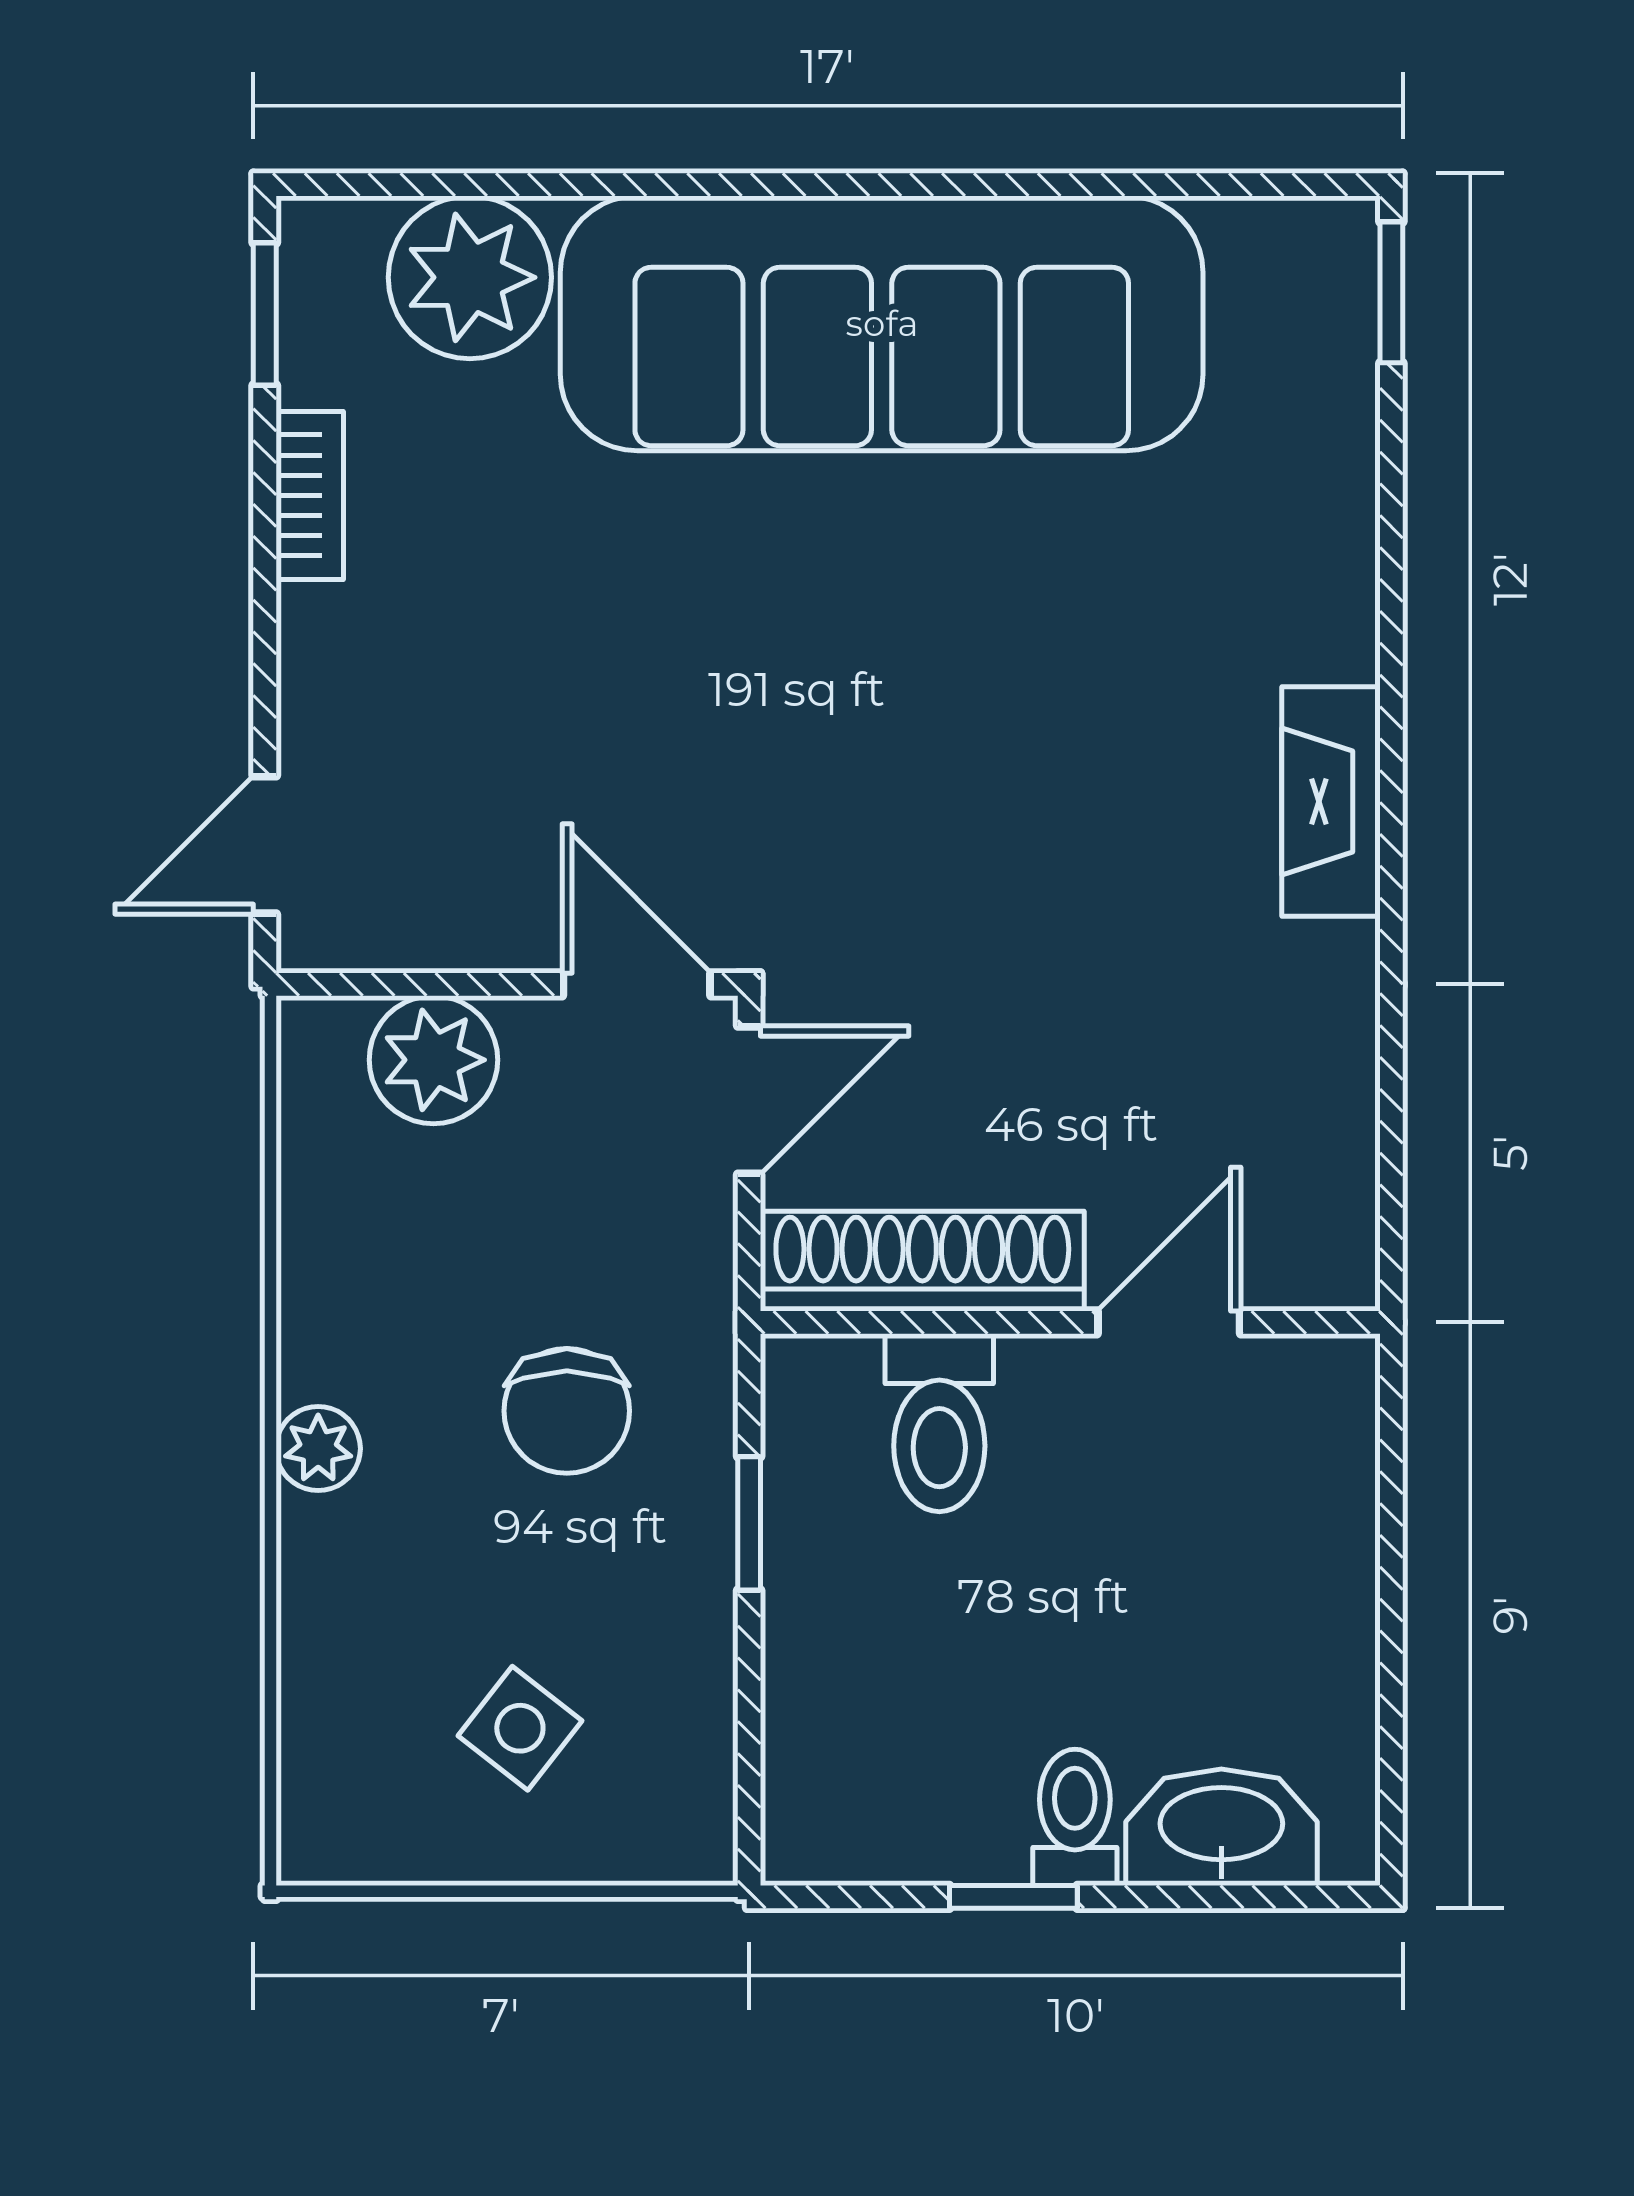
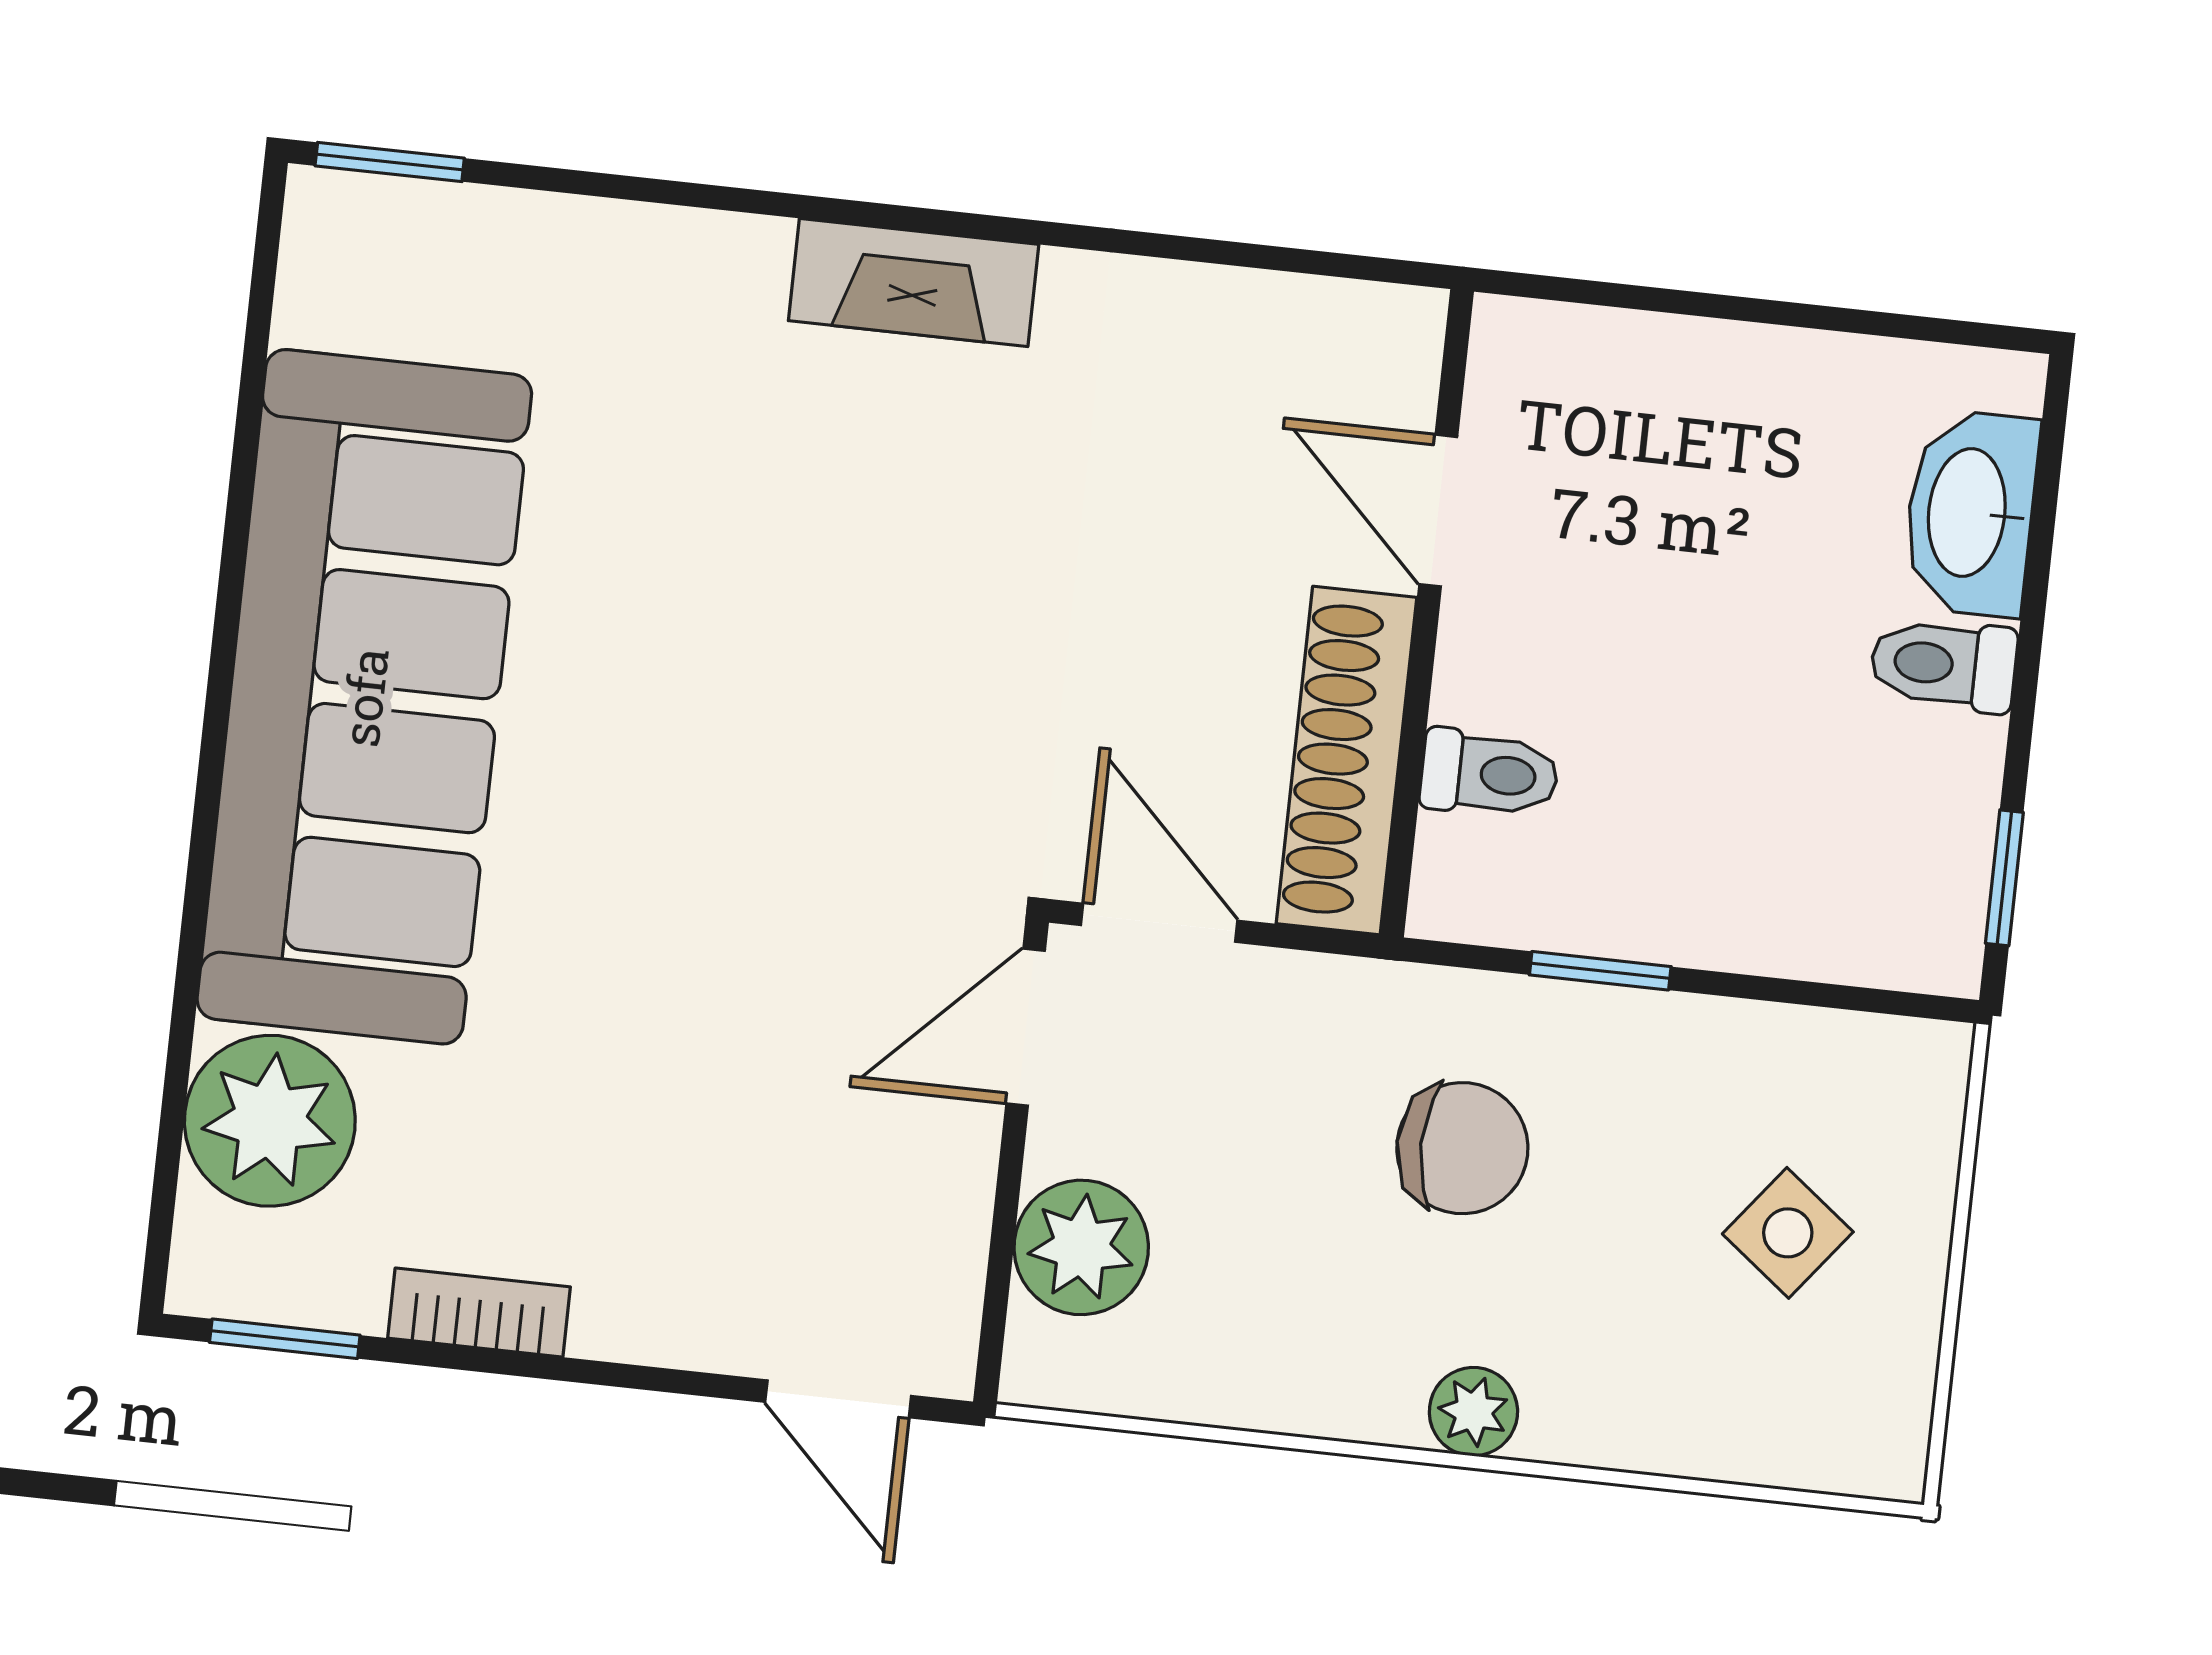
toilet: (939, 1423) -> (1489, 774), width x0.73, depth x0.72
window: (1013, 1897) -> (2004, 878), moved

